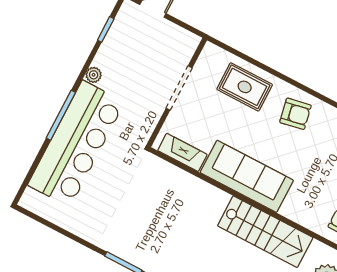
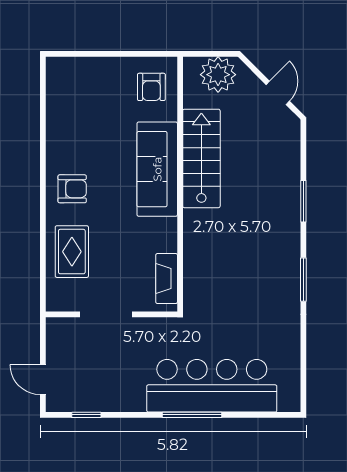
plant: (94, 75) -> (136, 404), removed
armchair: (295, 114) -> (72, 189), turned 101
sofa: (247, 176) -> (157, 169), moved

